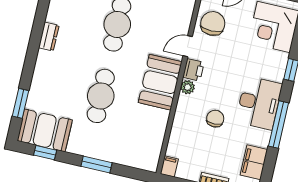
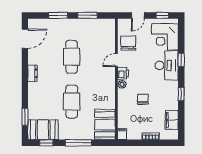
booth: (160, 82) -> (105, 125), moved
desk: (259, 103) -> (167, 65), moved
window: (279, 125) -> (181, 94), width x0.46
window: (97, 164) -> (78, 143), width x1.44

